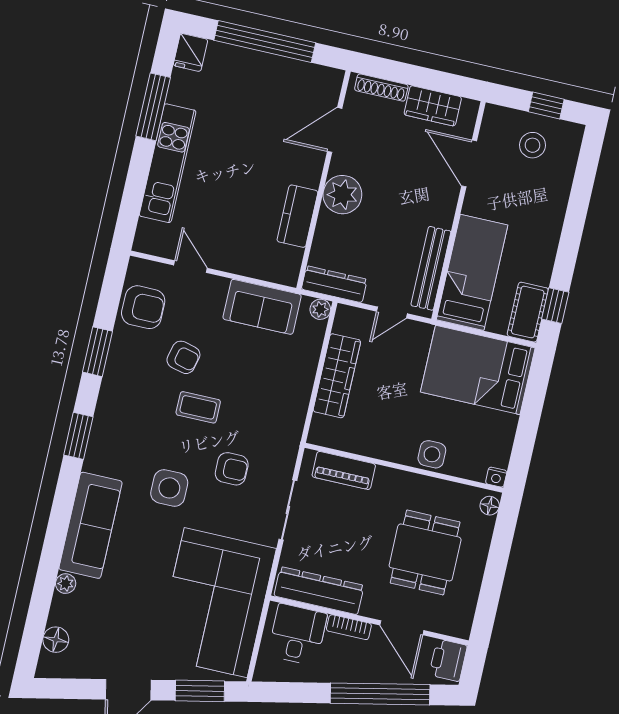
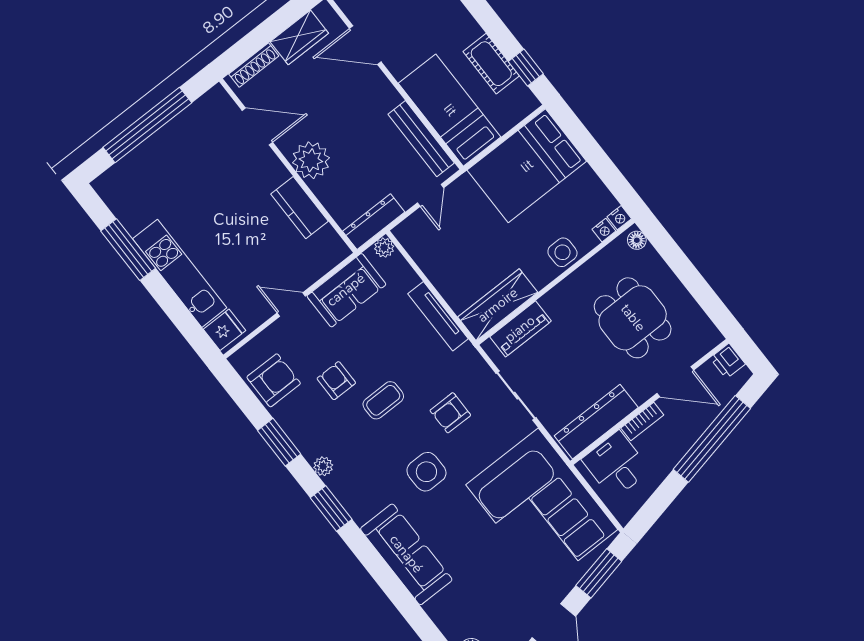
fridge: (190, 52) -> (225, 330), moved, turned -90
door: (335, 130) -> (257, 126), swing flipped
door: (191, 267) -> (291, 305), moved
cot: (528, 312) -> (491, 64), moved
armchair: (183, 357) -> (336, 381), turned -104
wardrobe: (337, 376) -> (498, 305), moved, turned -90
tv unit: (301, 397) -> (438, 316), added
armchair: (232, 469) -> (450, 413), turned 180
nightstand: (476, 473) -> (604, 230), added
plant: (66, 584) -> (323, 466), moved
printer: (448, 660) -> (728, 361), width x0.73, depth x0.81

